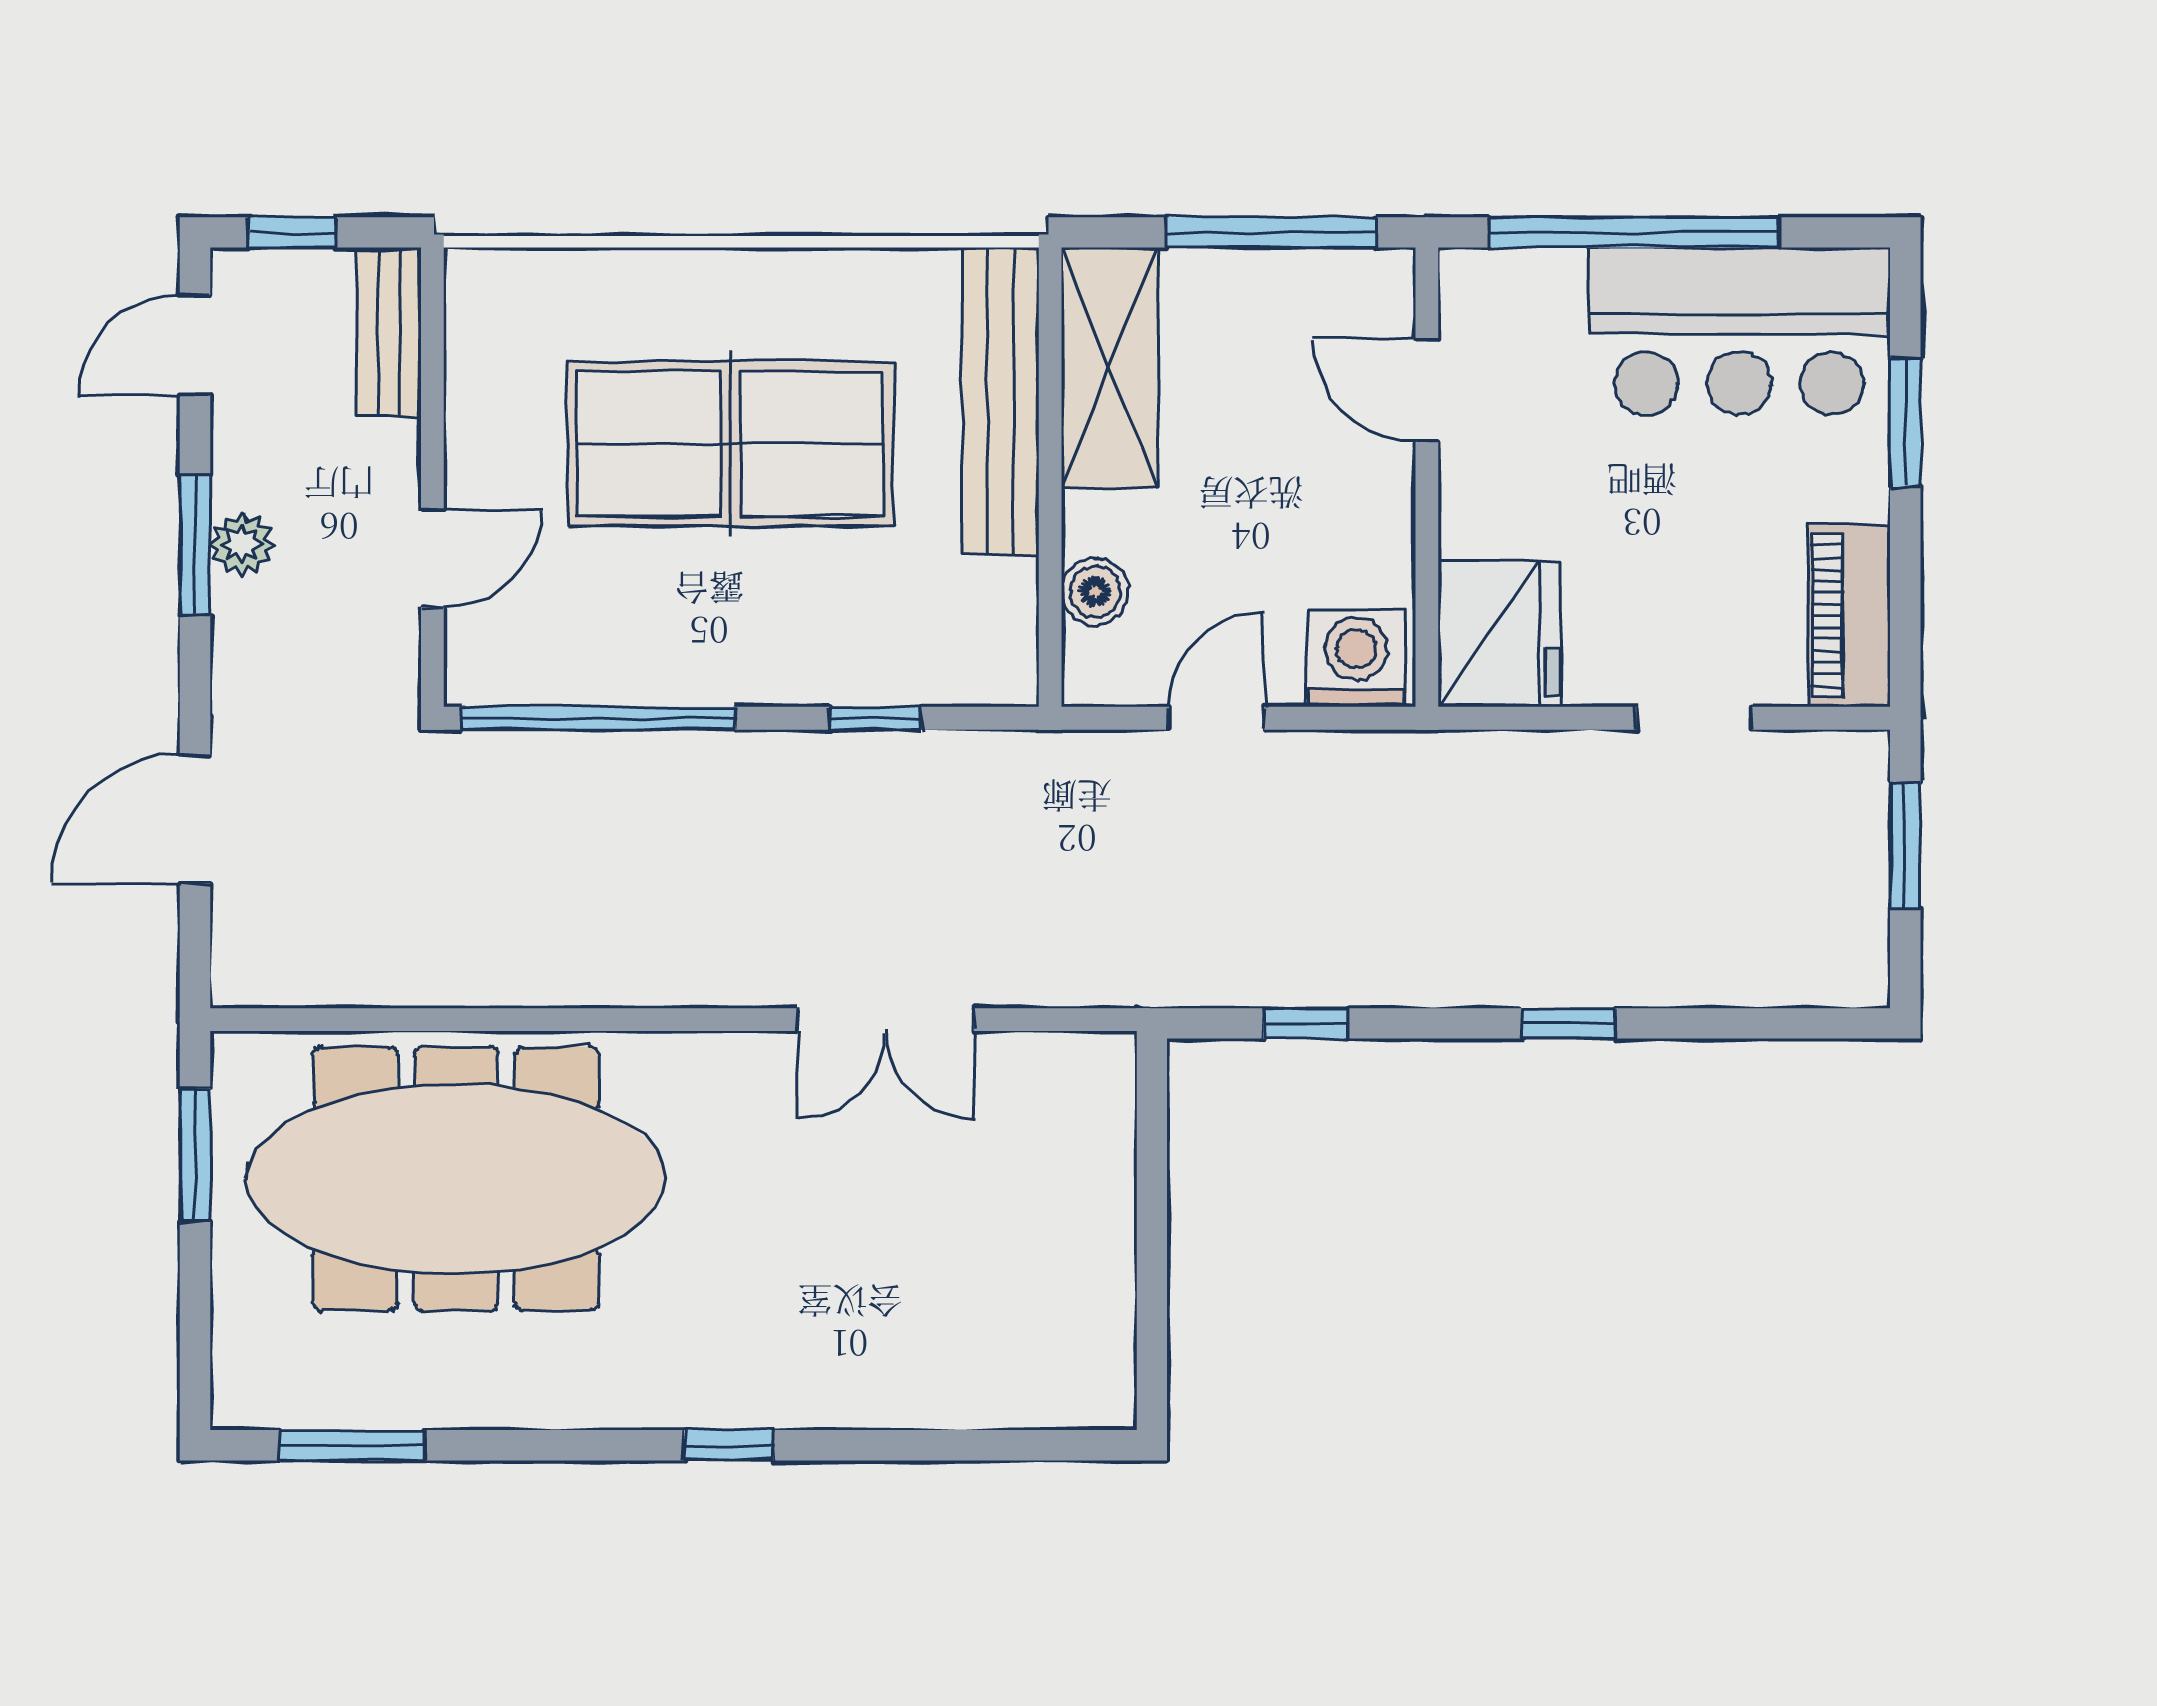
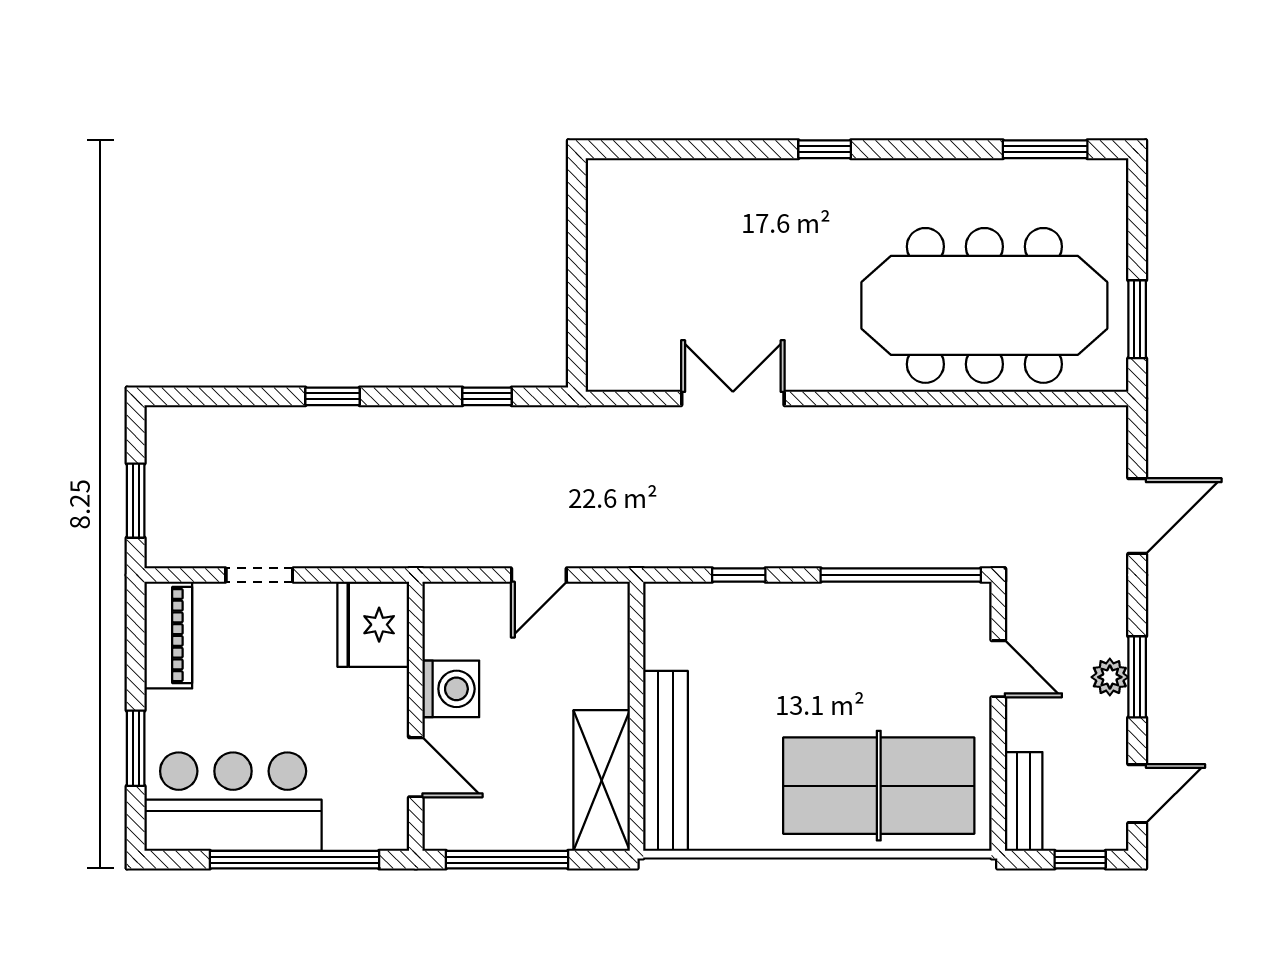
table tennis table: (731, 444) -> (879, 786), moved
door: (432, 558) -> (998, 669), swing flipped
boiler: (1095, 592) -> (610, 649), removed
washing machine: (1356, 659) -> (451, 689), moved, turned -90

